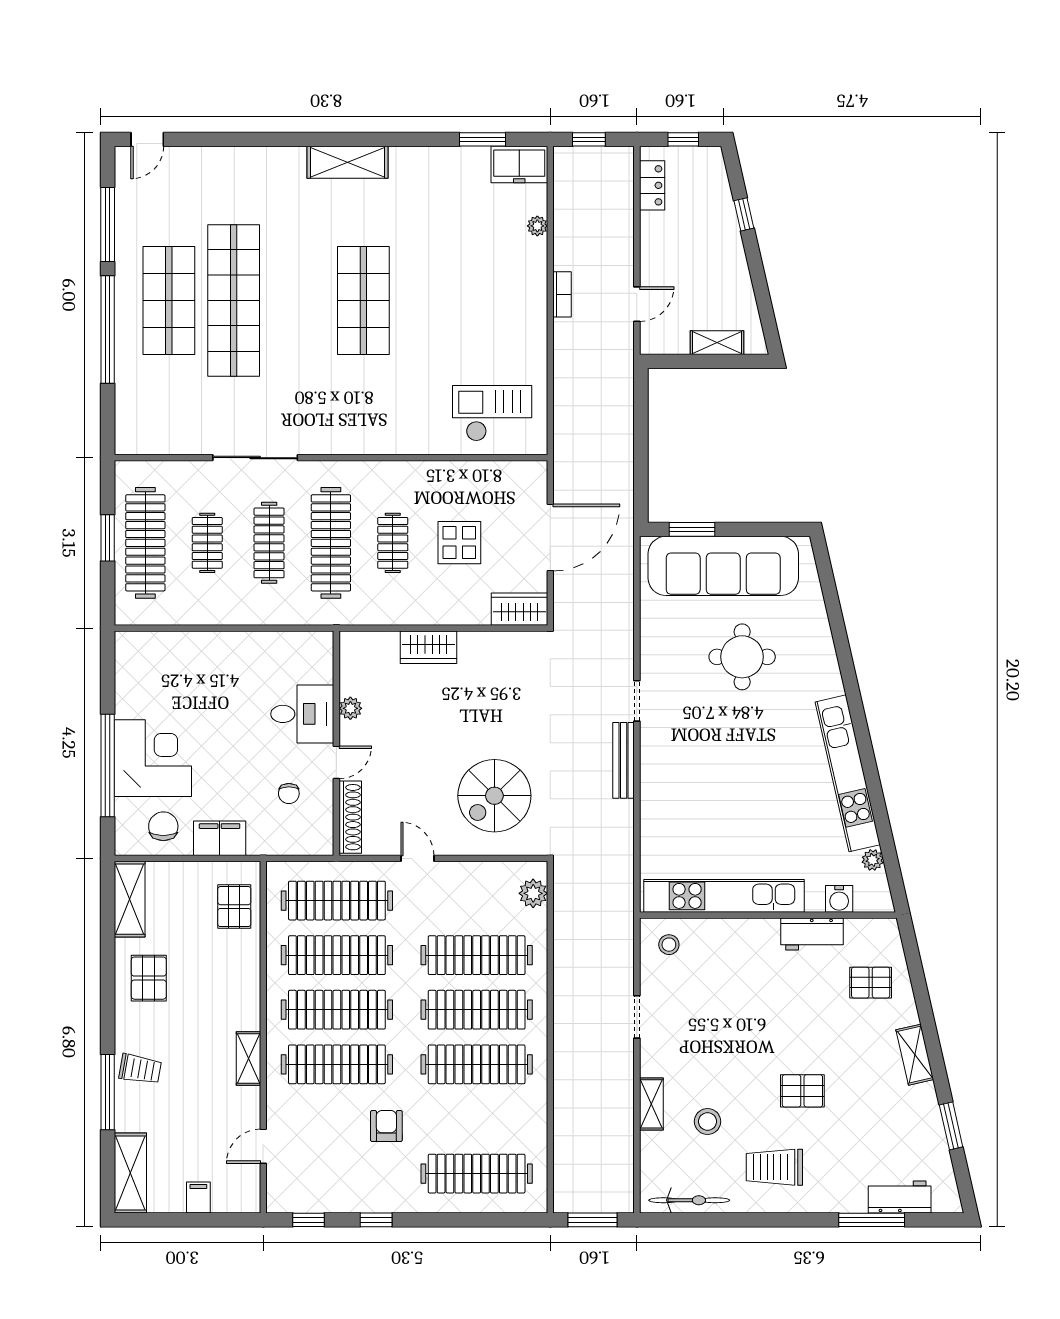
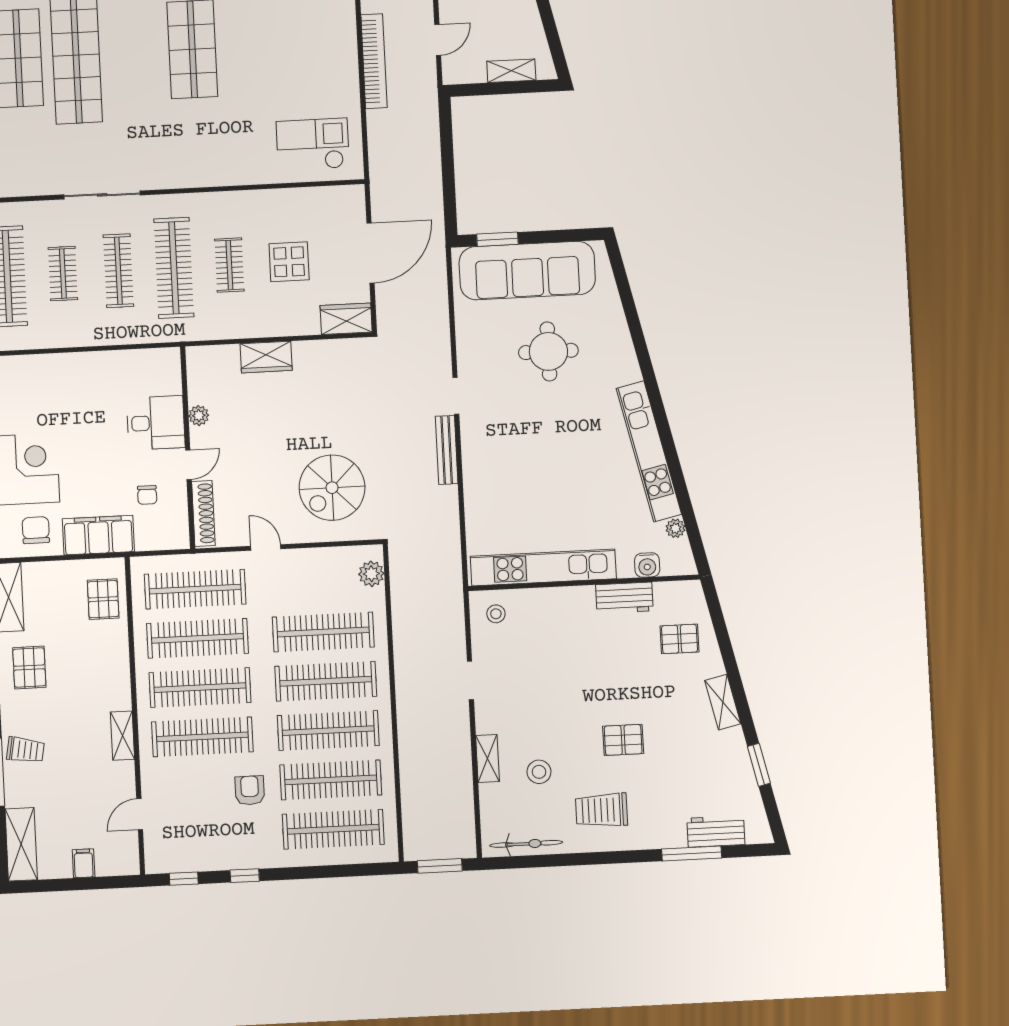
bookcase: (562, 294) -> (374, 61), width x2.31, depth x1.31
filing cabinet: (220, 838) -> (98, 535), width x1.50, depth x1.17
clothes rail: (477, 1119) -> (331, 780), added

